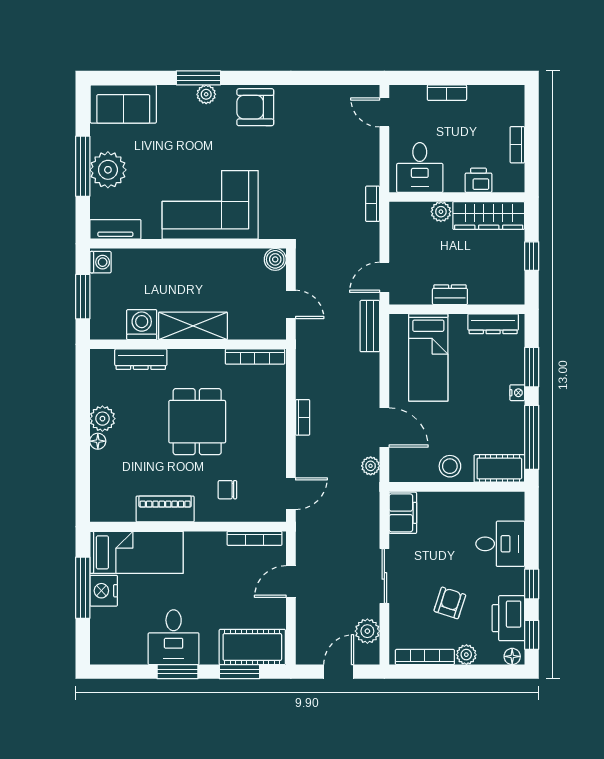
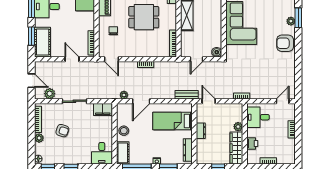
armchair: (255, 107) -> (285, 43), turned -90
desk: (500, 544) -> (102, 153), moved
printer: (508, 618) -> (55, 157), removed

